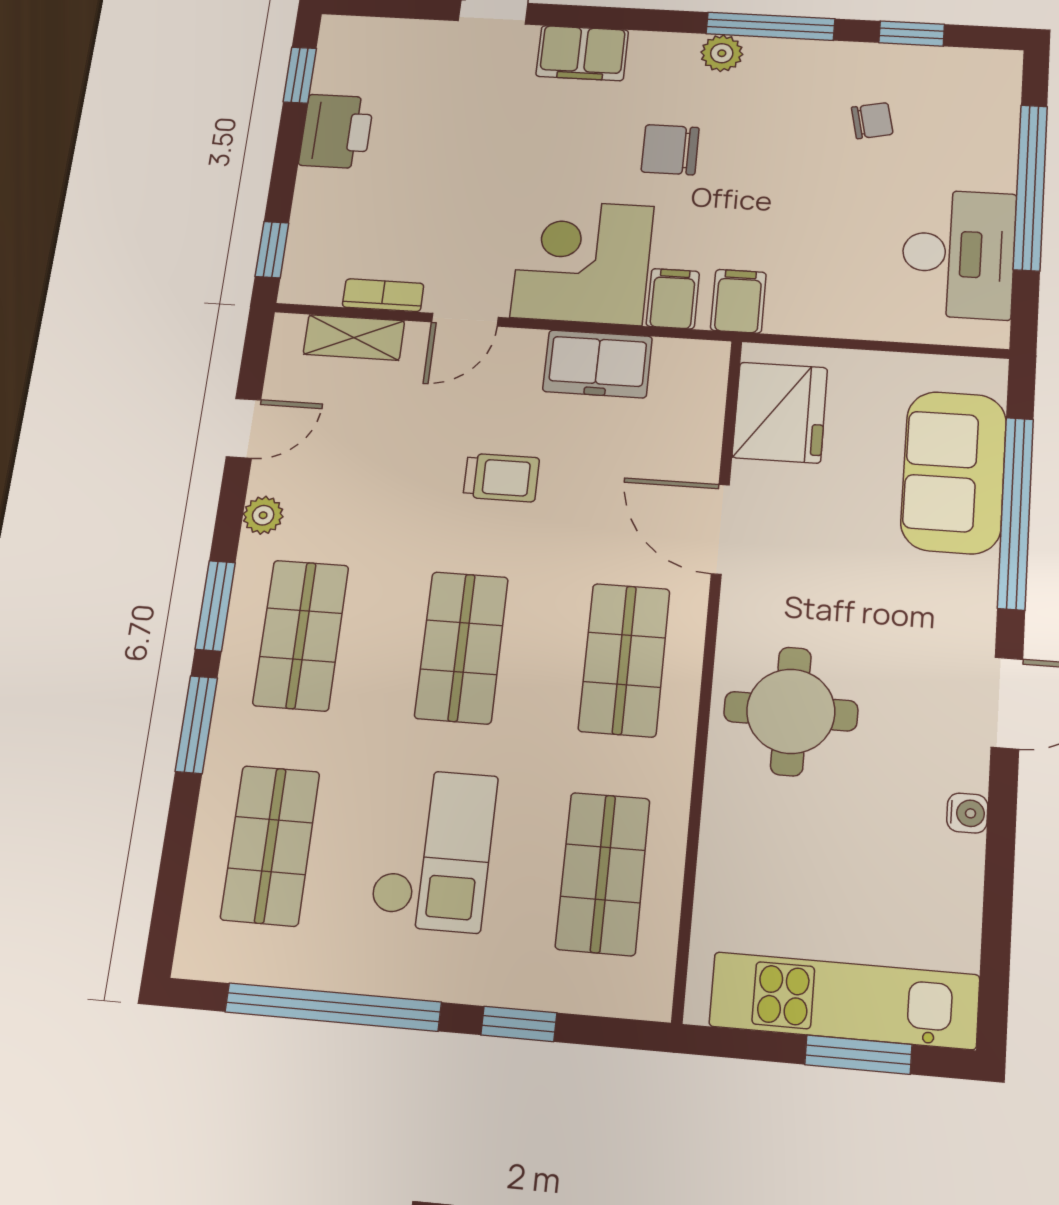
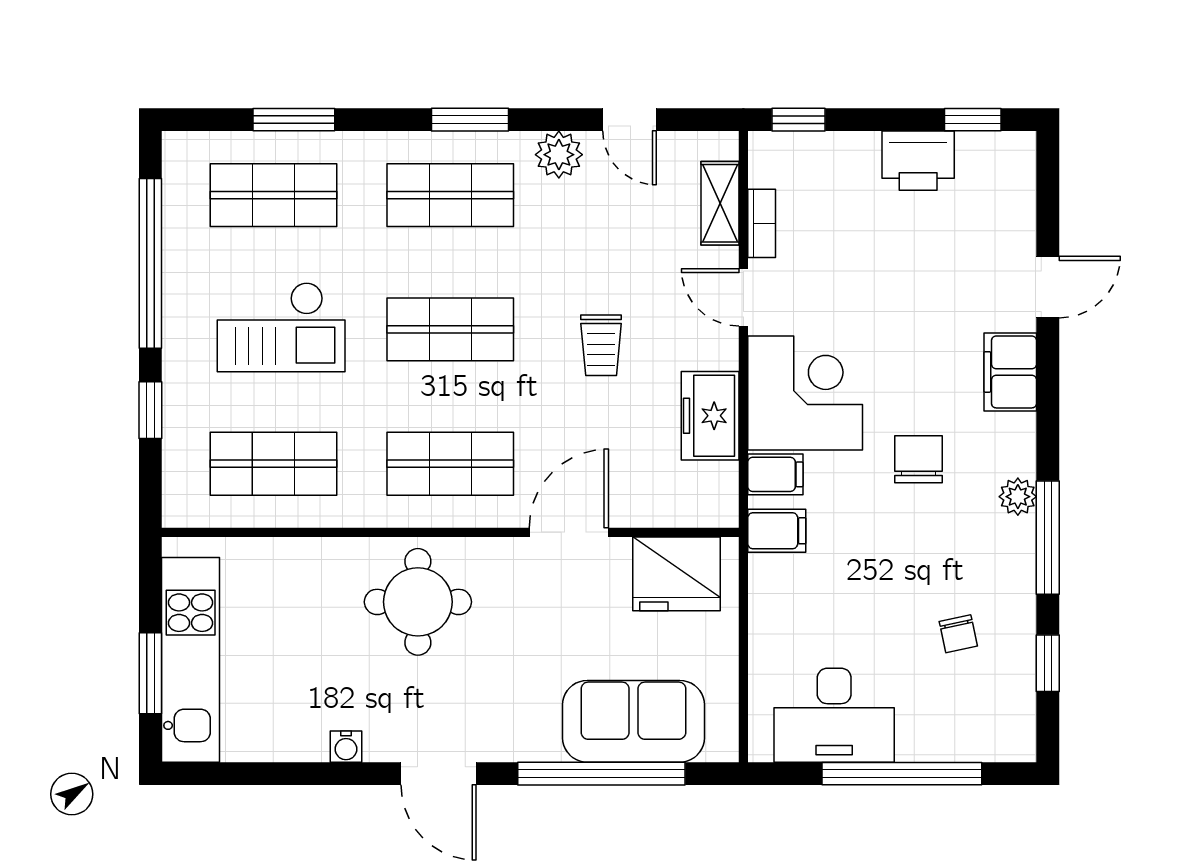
plant: (263, 515) -> (559, 155), width x1.38, depth x1.38
window: (196, 724) -> (294, 120), moved

